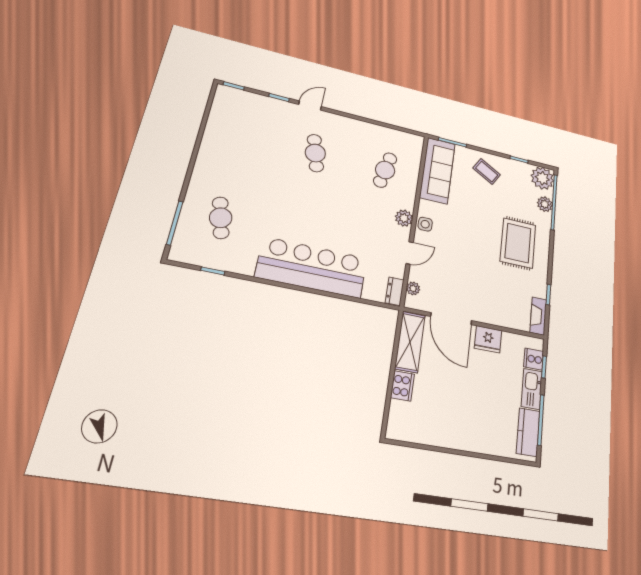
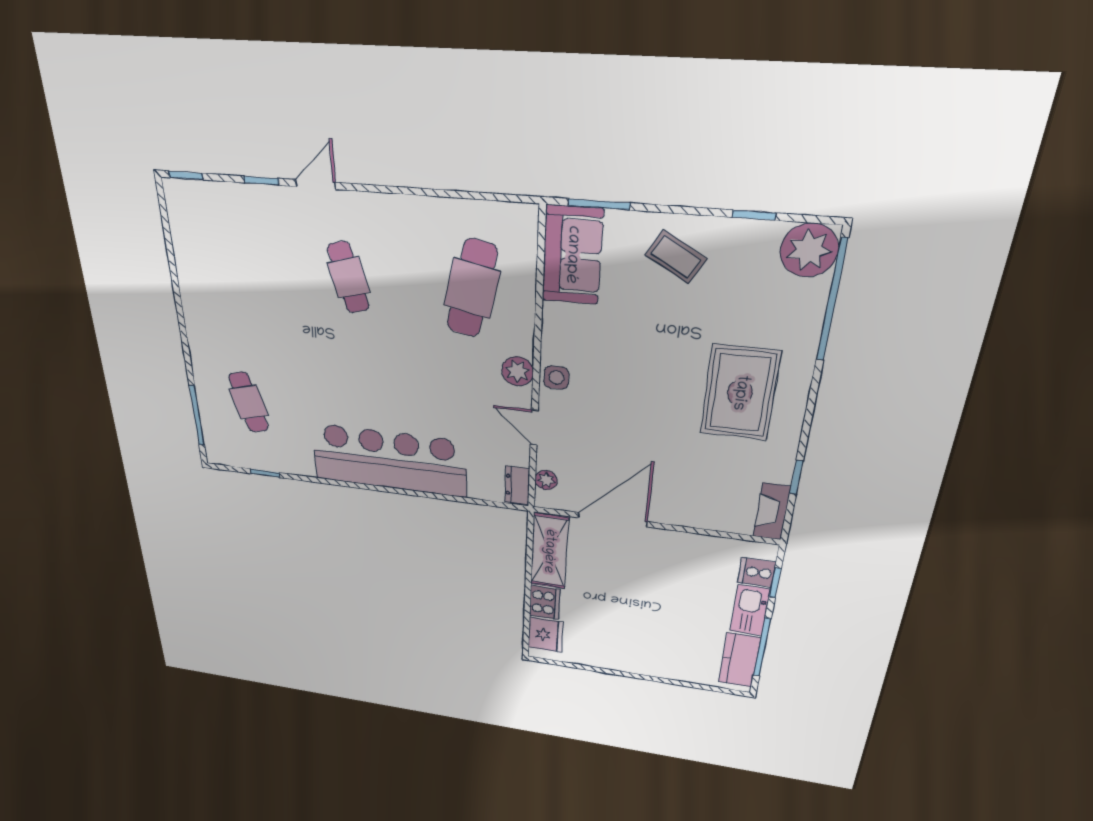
cafe table: (385, 170) -> (472, 288), width x1.37, depth x1.35
sofa: (437, 170) -> (572, 255), width x0.73
plant: (545, 204) -> (808, 308), removed
door: (410, 253) -> (534, 427), swing flipped
door: (451, 319) -> (612, 520), swing flipped
fridge: (488, 339) -> (546, 635), moved, turned -90

